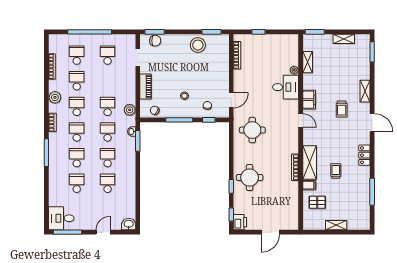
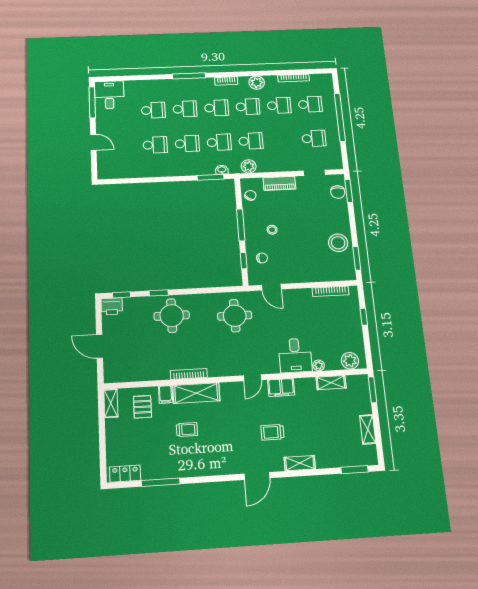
plant: (292, 46) -> (350, 361), added
locker: (364, 155) -> (125, 474), moved
washbasin: (129, 224) -> (105, 171), removed
shelving: (336, 225) -> (111, 403), moved

